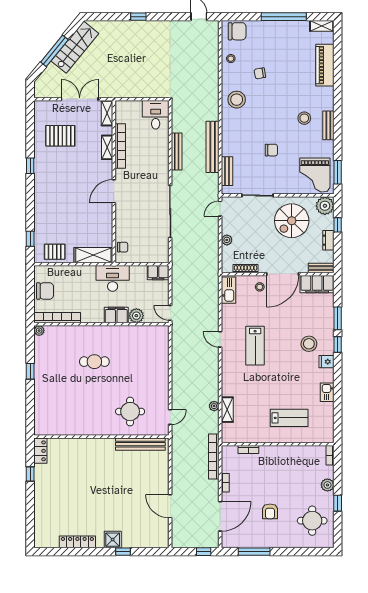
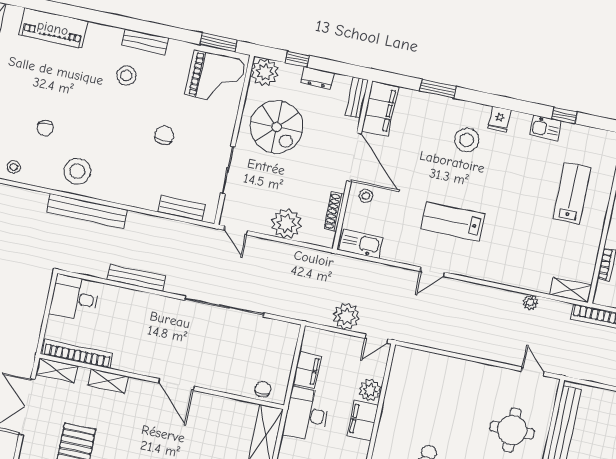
bookcase: (120, 146) -> (77, 354), moved
bench: (213, 147) -> (87, 211), moved
plant: (227, 240) -> (286, 223), width x1.88, depth x1.88
filing cabinet: (158, 273) -> (307, 370), moved
plant: (180, 291) -> (346, 316), added
window: (338, 344) -> (565, 115), moved
lab bench: (255, 346) -> (453, 221), turned 180
shelving: (227, 410) -> (571, 290), moved

